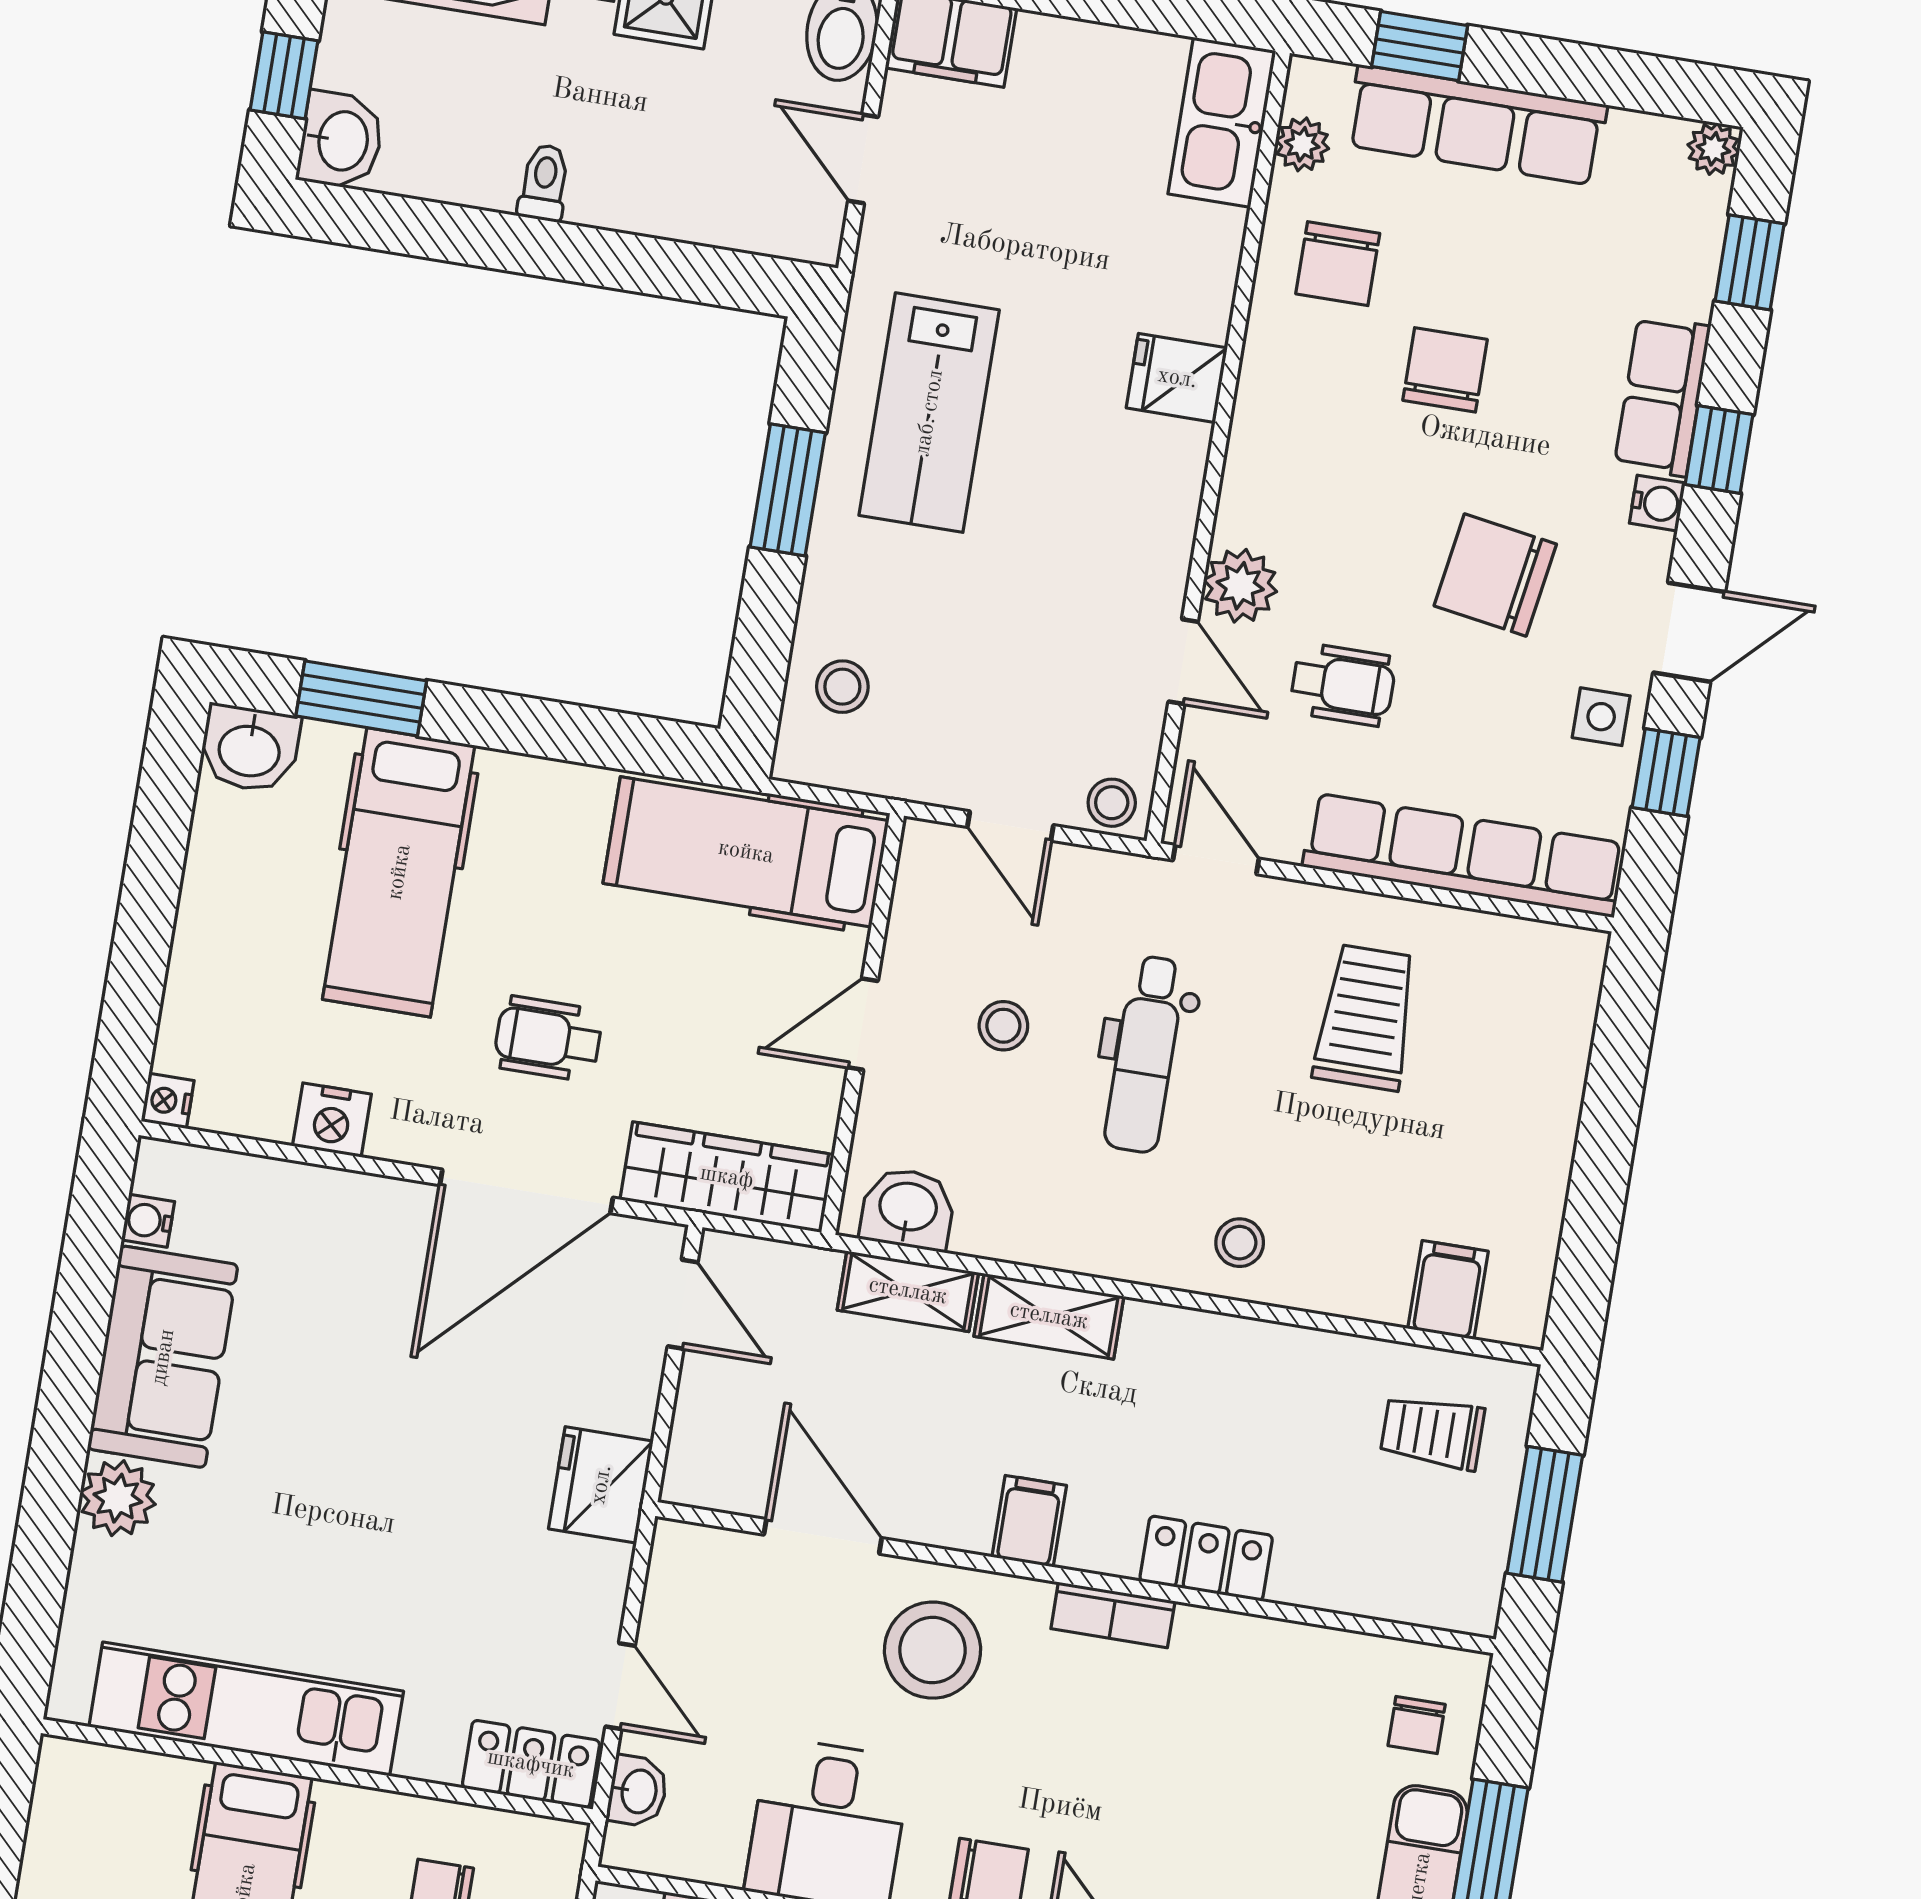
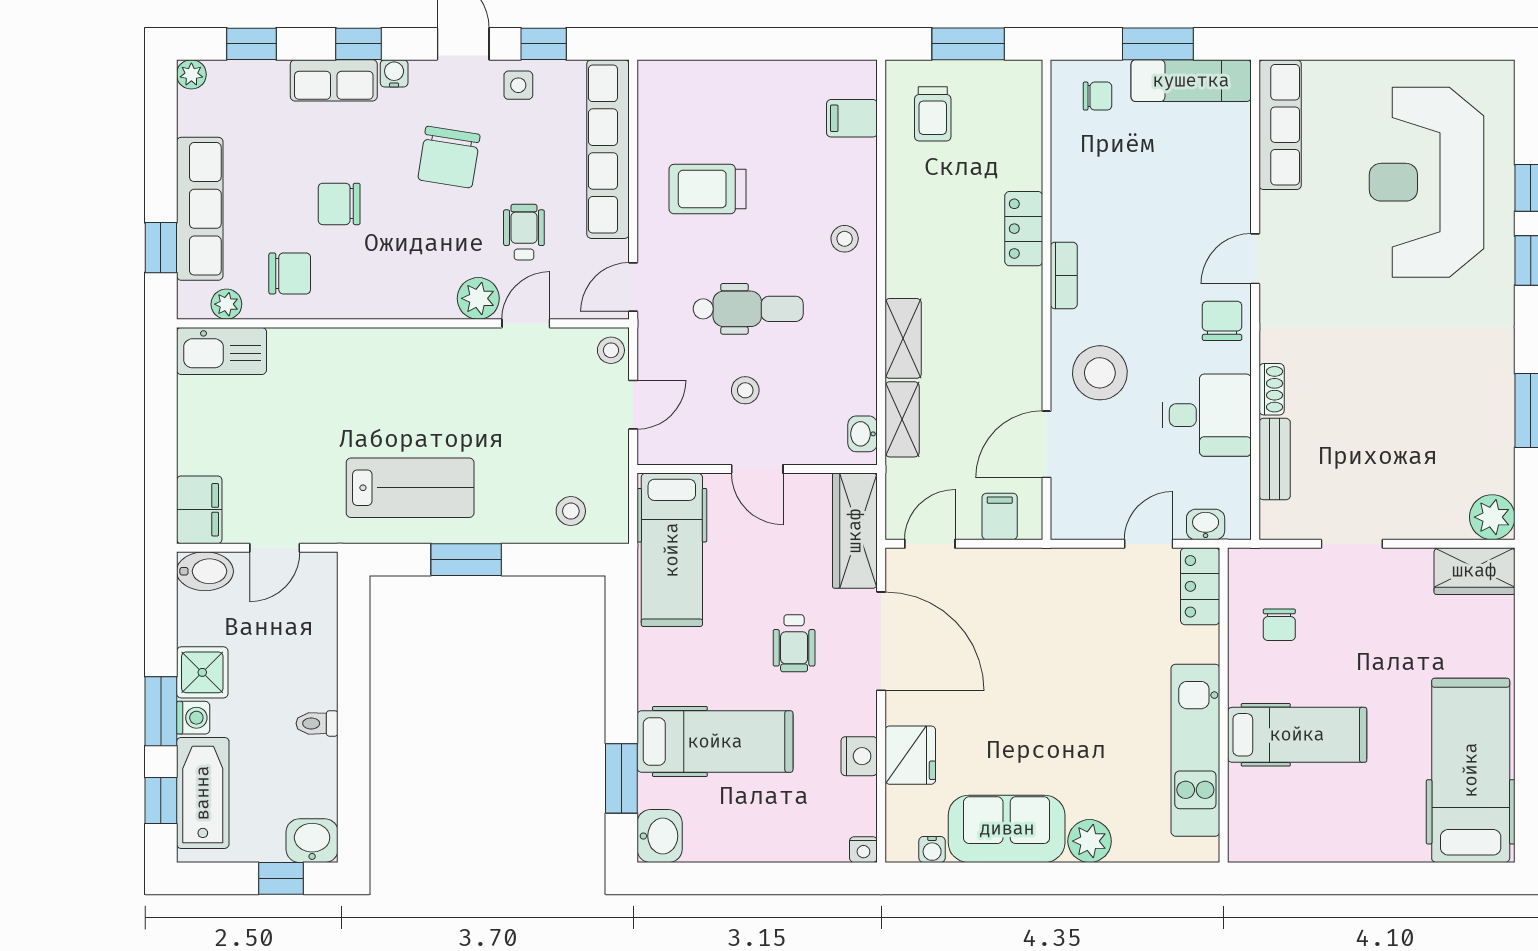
fridge: (1177, 378) -> (368, 353), removed
washbasin: (908, 1209) -> (863, 434), width x0.72, depth x0.69
fridge: (601, 1485) -> (910, 755), moved, turned -90
filing cabinet: (1029, 1521) -> (1000, 516), moved, turned 90

